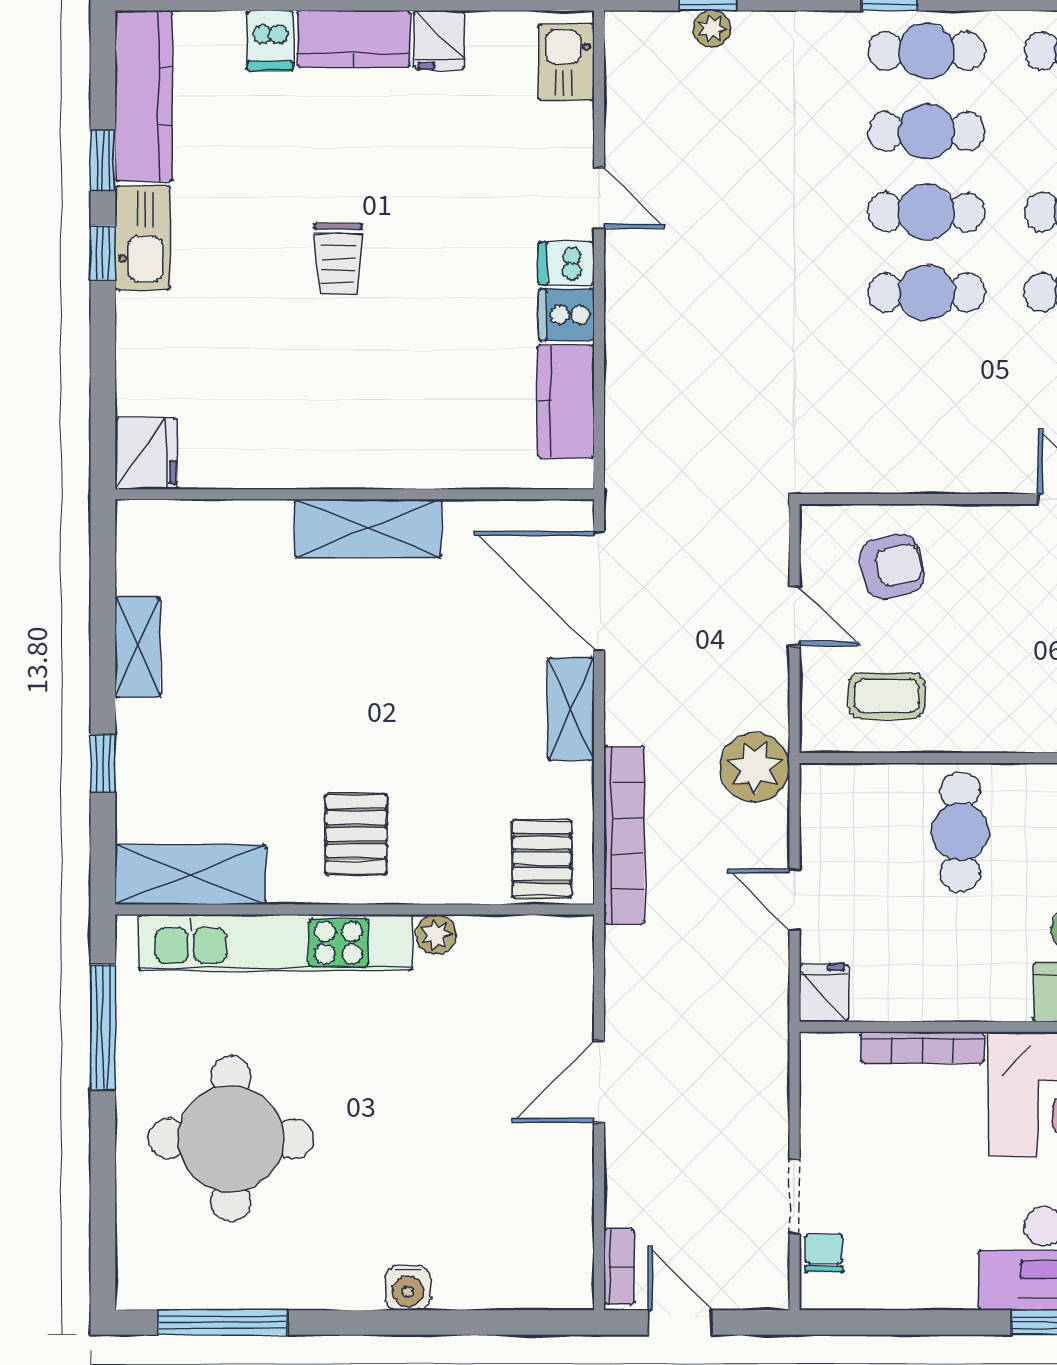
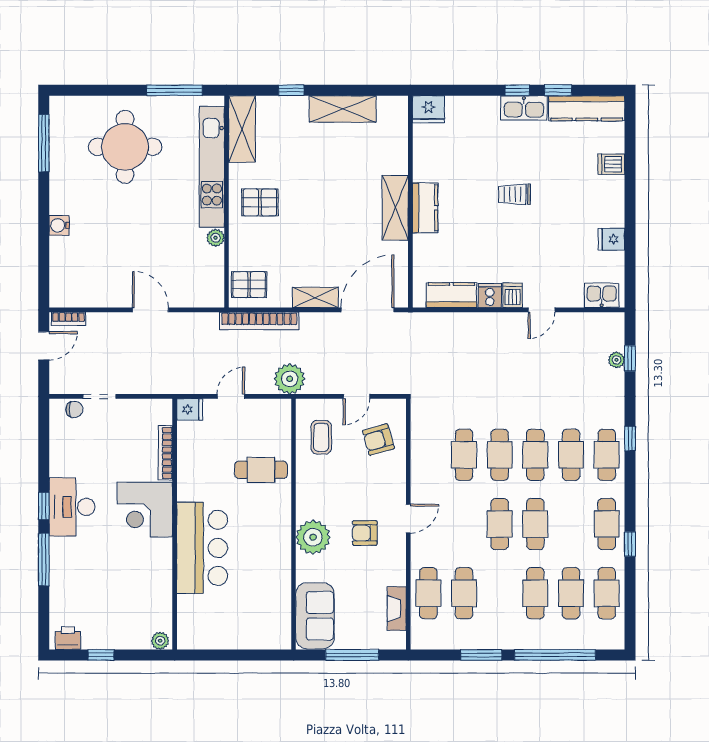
kitchen counter: (354, 39) -> (425, 208), moved, turned 180
cafe table: (926, 373) -> (464, 455), added
armchair: (892, 567) -> (378, 440), turned 87
shelving: (138, 647) -> (343, 109), width x1.50, depth x1.33

